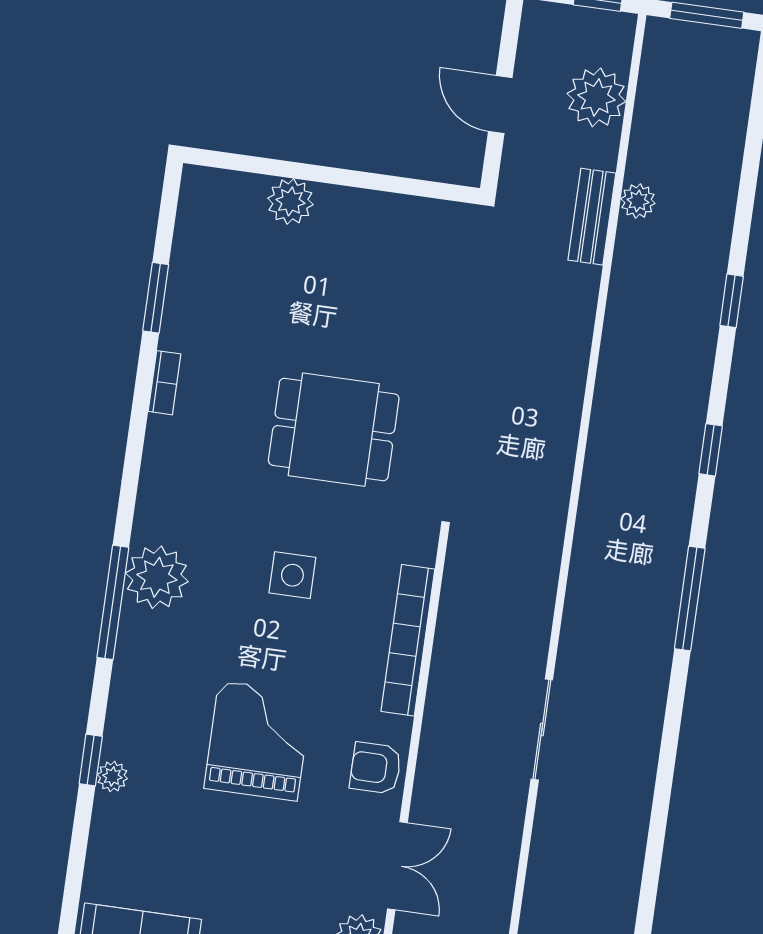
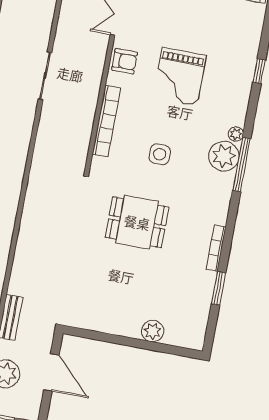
door: (500, 104) -> (51, 372), width x1.38
bookcase: (165, 383) -> (216, 248), width x1.56
window: (113, 602) -> (242, 165), moved
plant: (112, 776) -> (236, 134), moved

